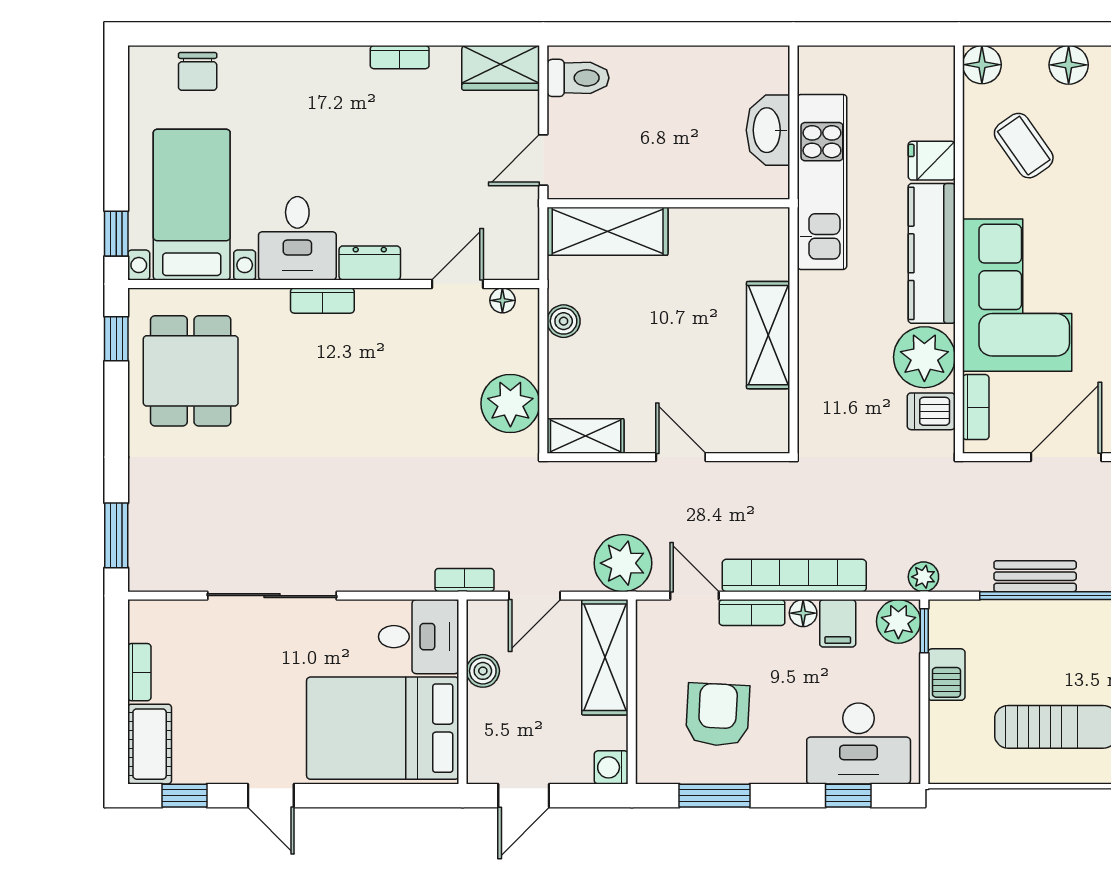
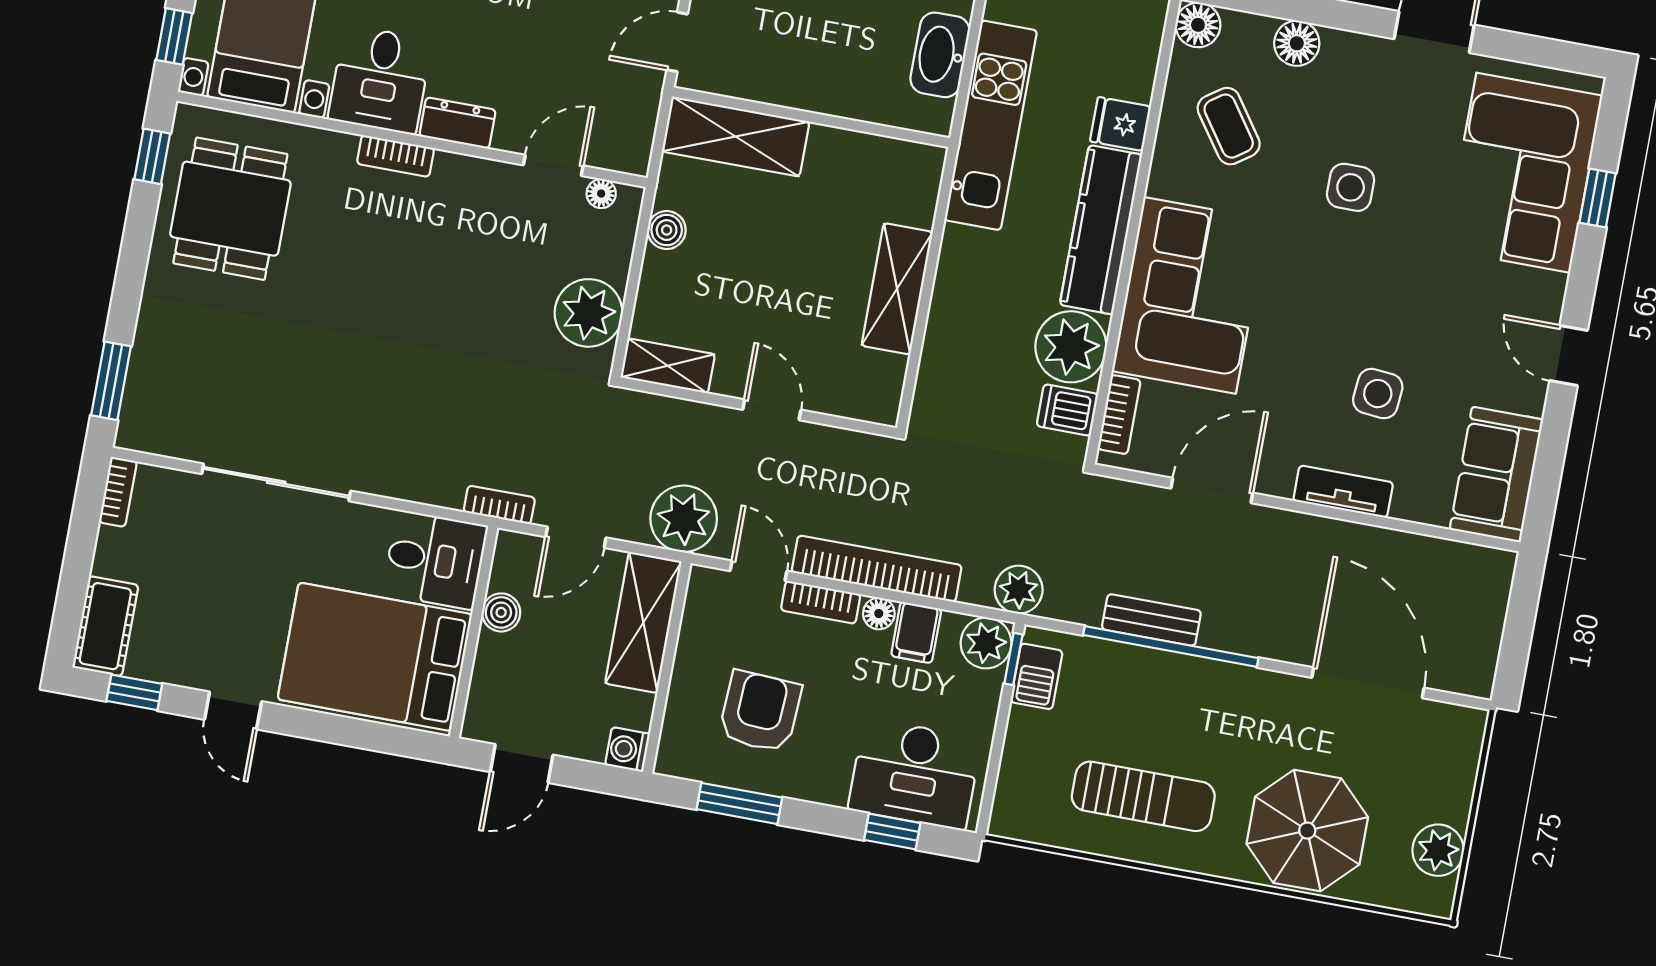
plant: (923, 577) -> (1019, 590), width x1.38, depth x1.38
bookcase: (139, 672) -> (118, 492), moved
barbecue: (946, 675) -> (1036, 676), moved

